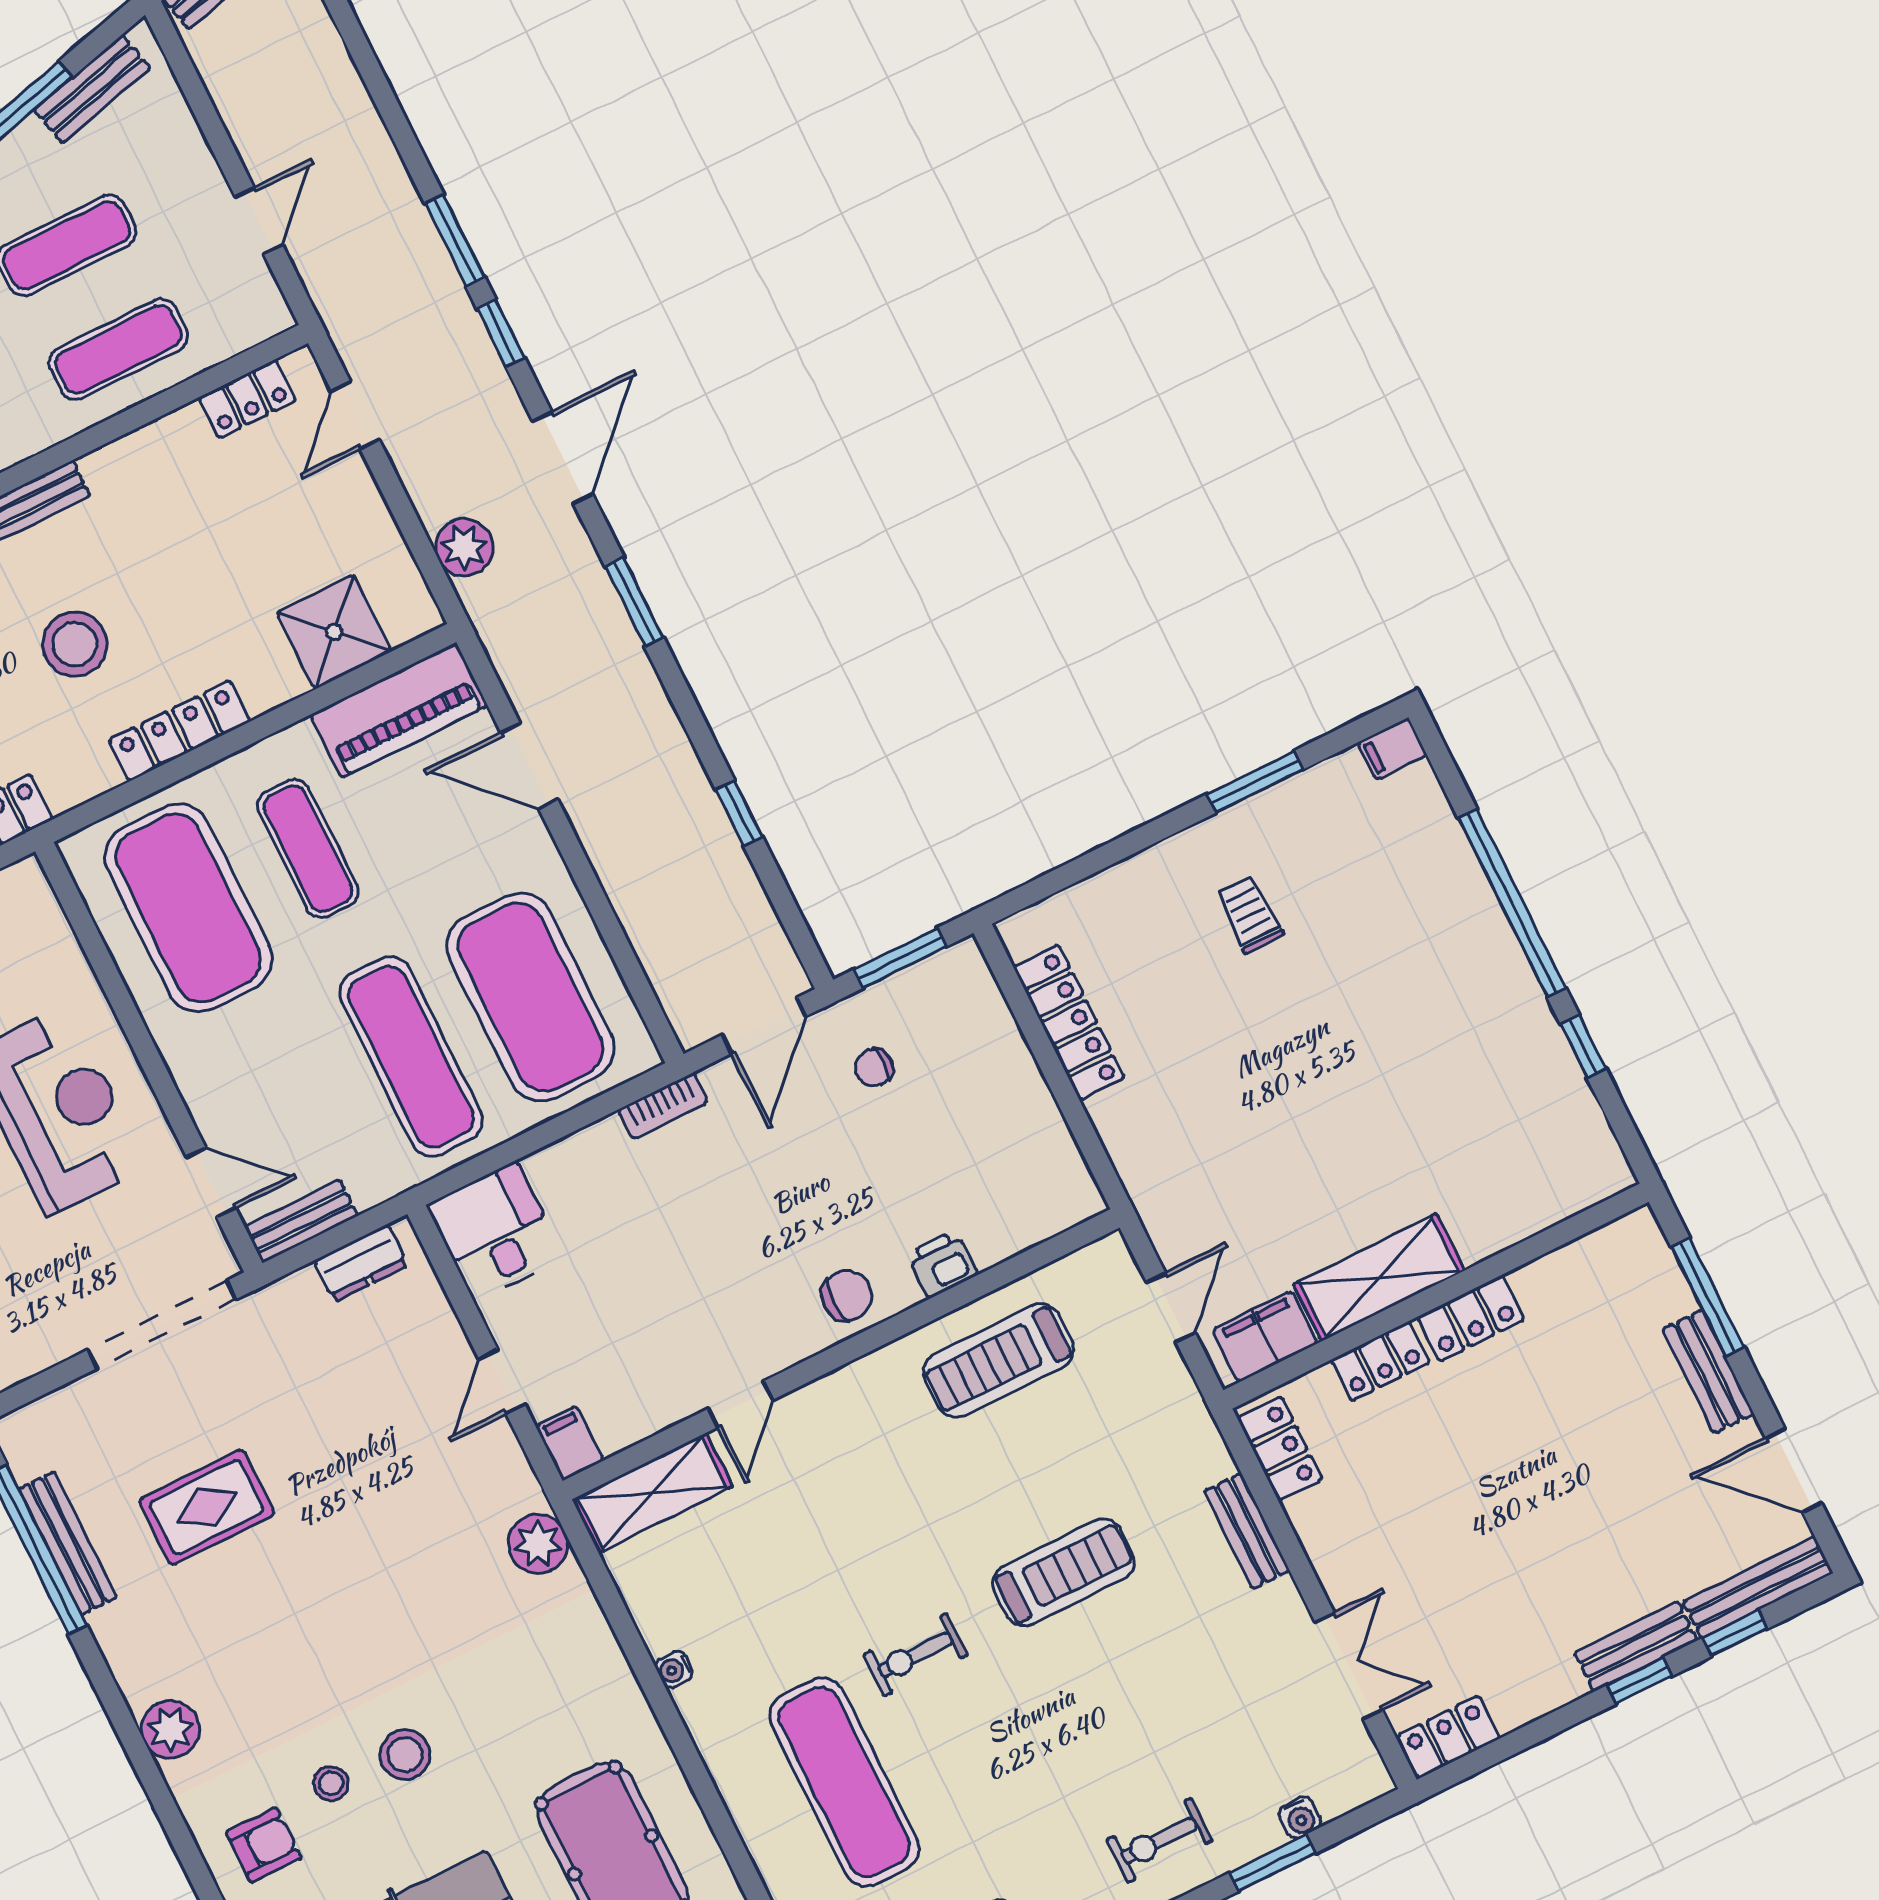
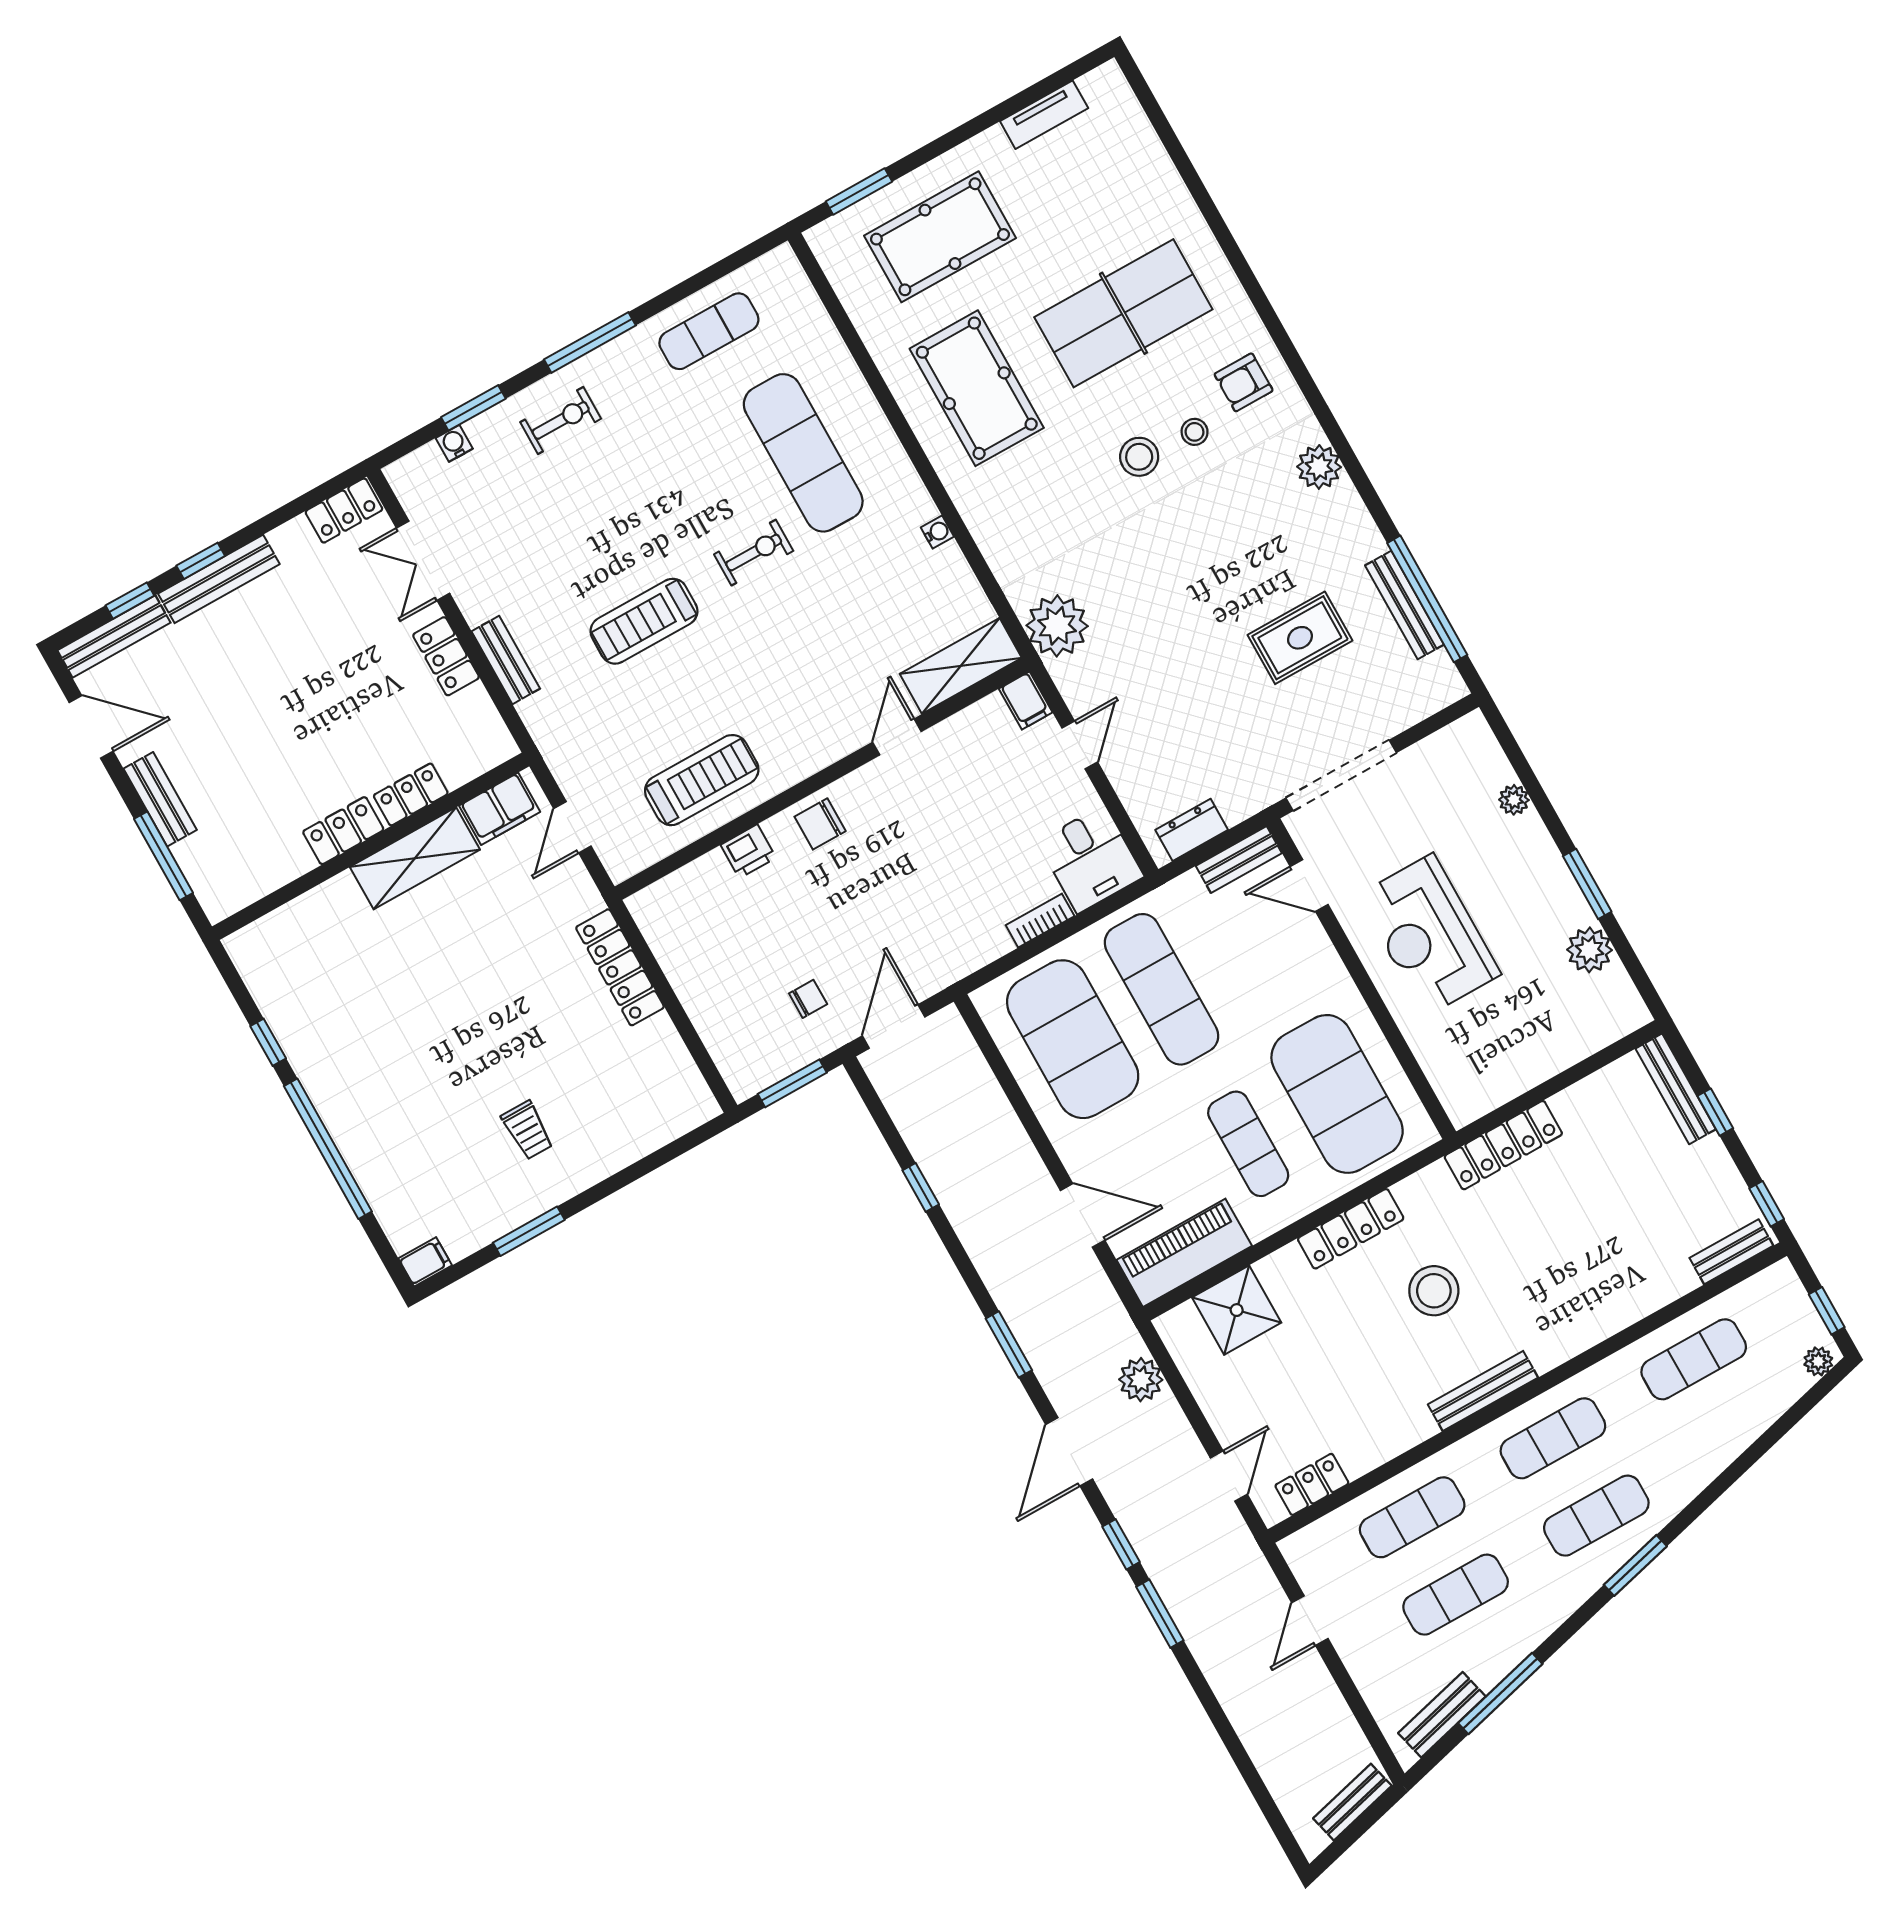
locker: (1069, 1022) -> (620, 967), moved
bookcase: (663, 1106) -> (1040, 921), moved
locker: (1280, 1449) -> (446, 656), moved
plant: (538, 1544) -> (1057, 626), width x1.36, depth x1.36
bench: (1636, 1646) -> (219, 579), width x1.36

